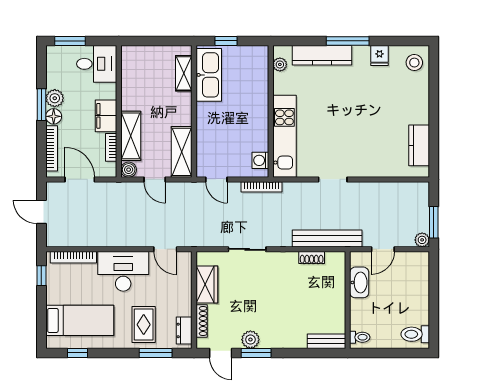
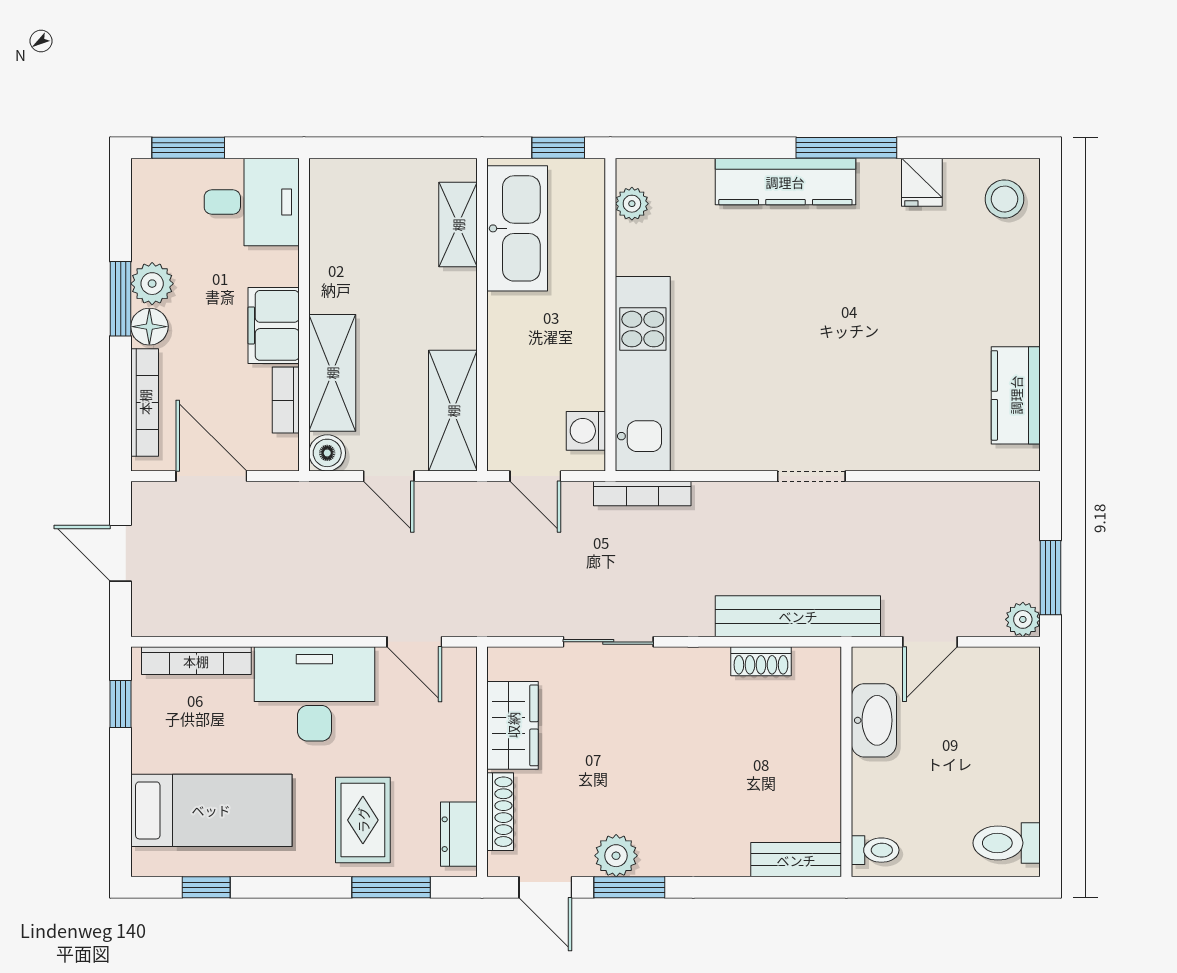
plant: (280, 64) -> (632, 204), moved
wall: (271, 111) -> (610, 315), moved
kitchen unit: (284, 136) -> (643, 374), moved
washing machine: (260, 160) -> (586, 431), moved

